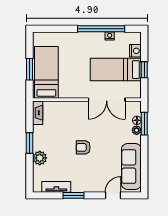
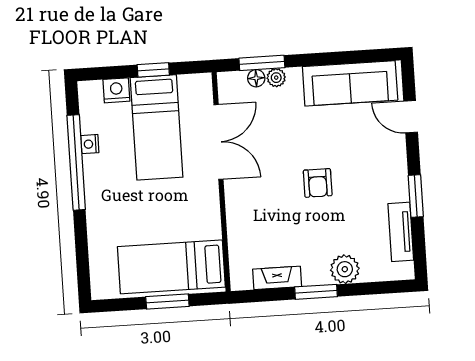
fireplace: (38, 113) -> (277, 278), moved

